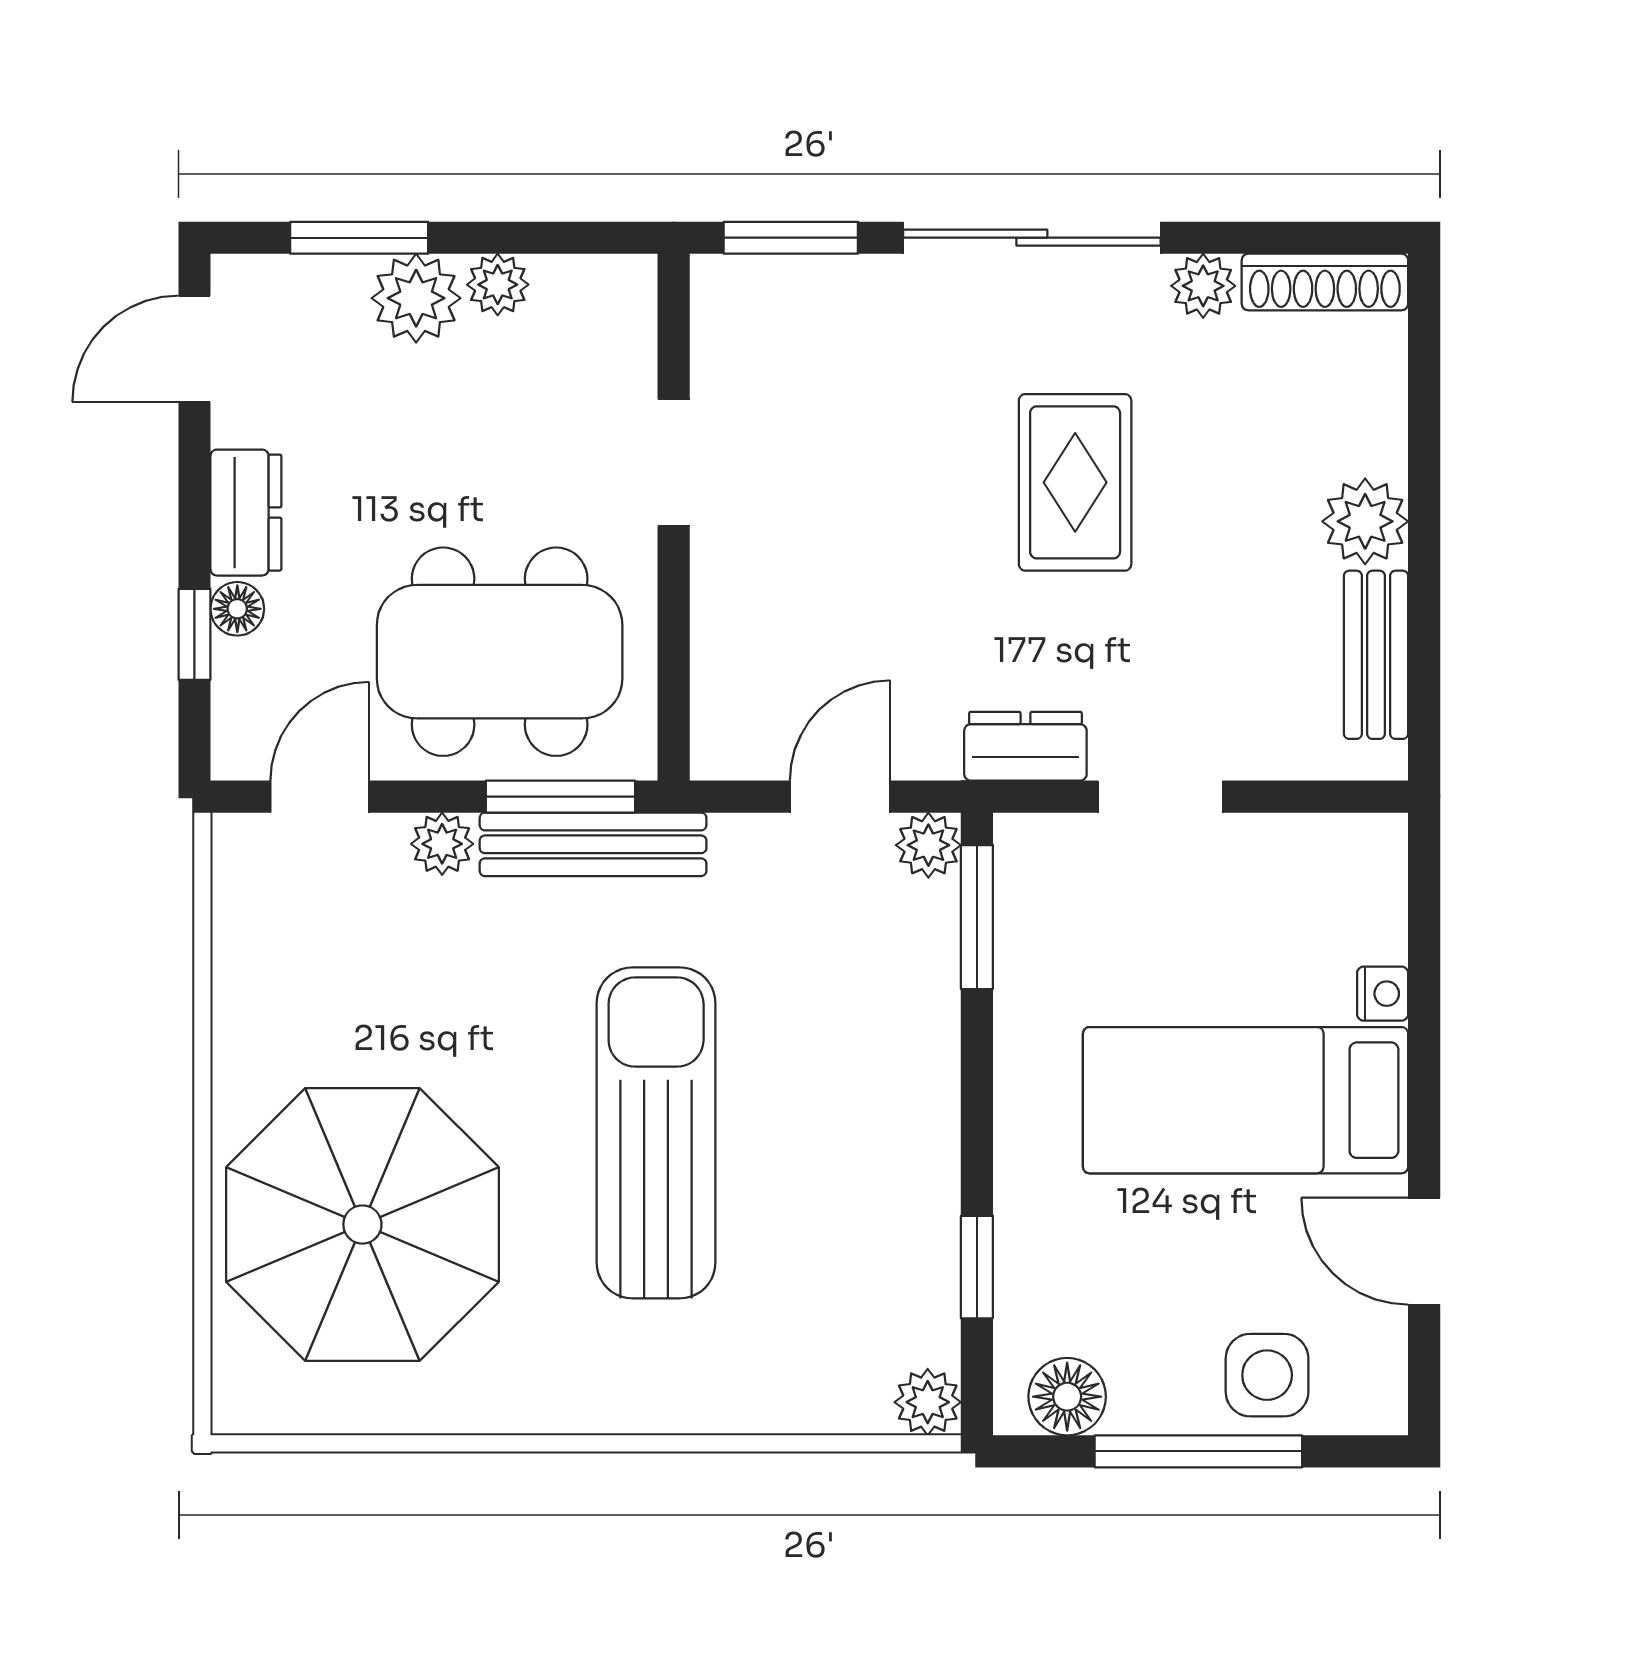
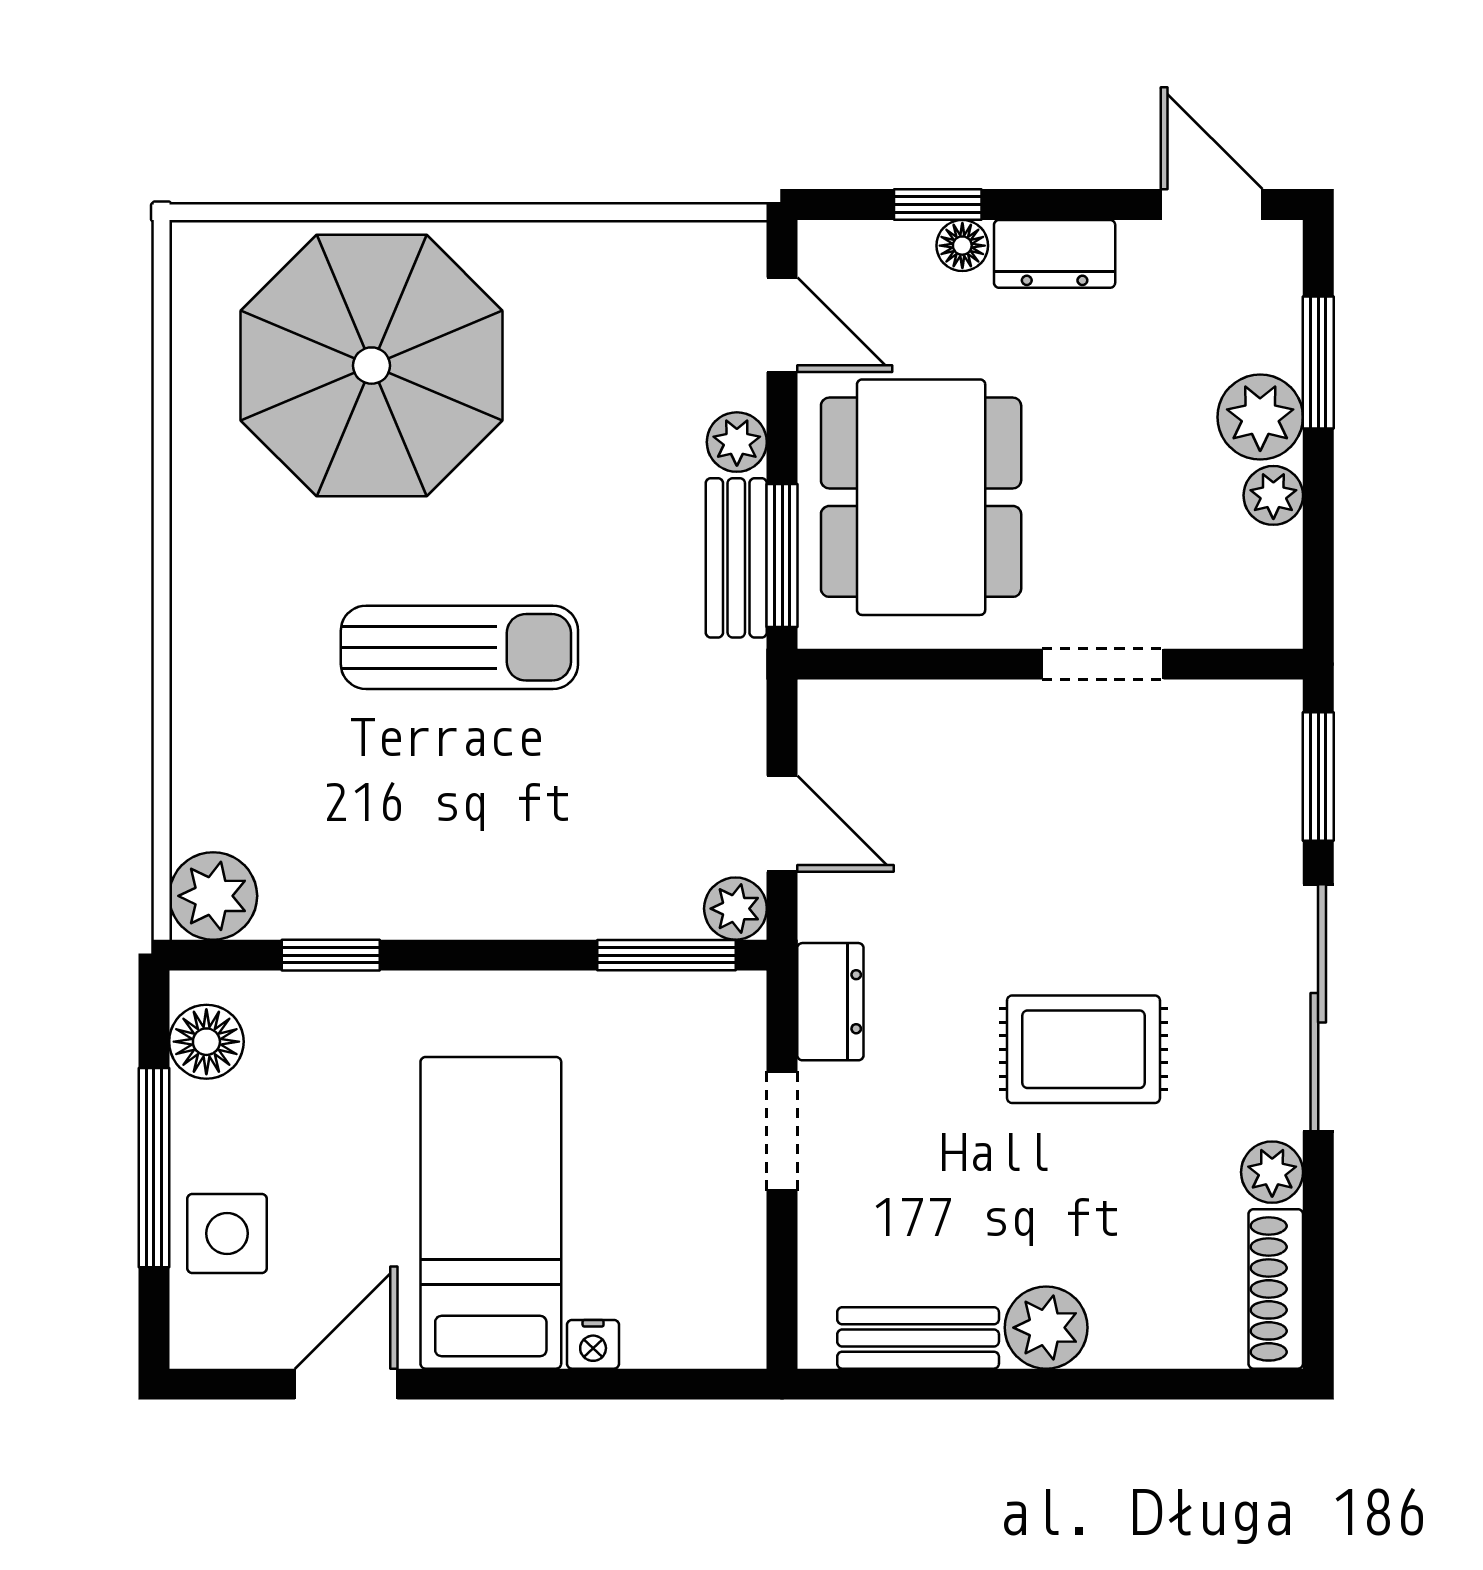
bench: (593, 844) -> (736, 558), width x0.73
sun lounger: (656, 1133) -> (459, 647), width x0.73, depth x0.75
plant: (928, 1402) -> (213, 896), width x1.38, depth x1.38

